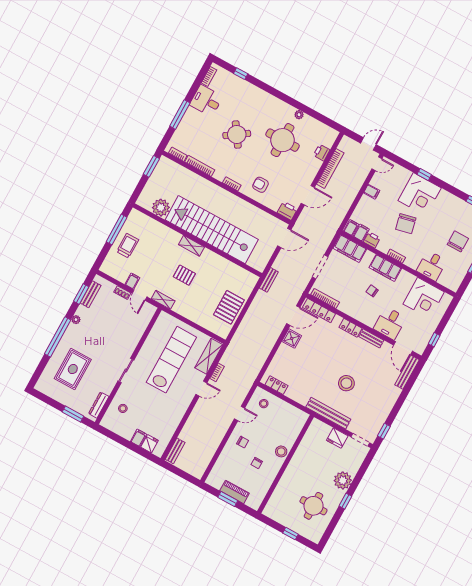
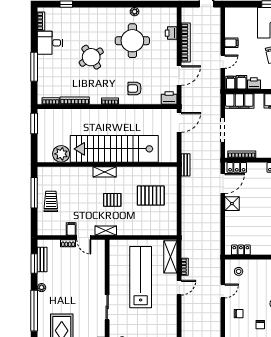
door: (377, 164) -> (223, 62), moved
pallet: (229, 307) -> (151, 196), moved, turned 90
locker: (319, 311) -> (237, 167), width x0.66

